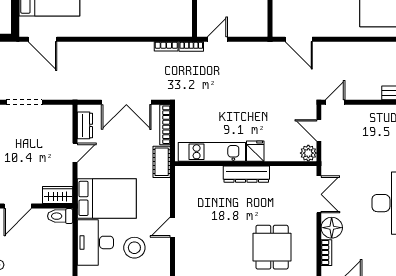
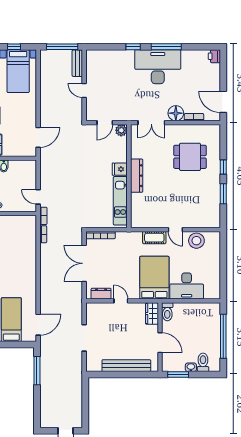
double door: (126, 102) -> (84, 263), swing flipped
door: (335, 102) -> (84, 90), moved
cot: (162, 162) -> (154, 238), moved
double door: (319, 194) -> (151, 123), swing flipped
stool: (134, 248) -> (196, 241), moved

